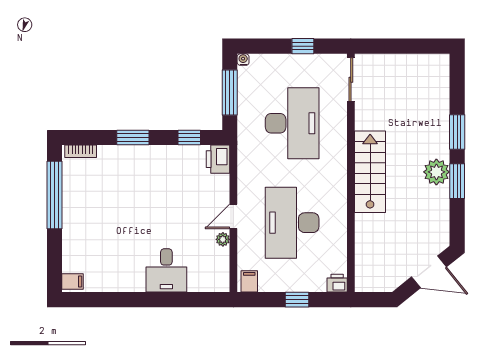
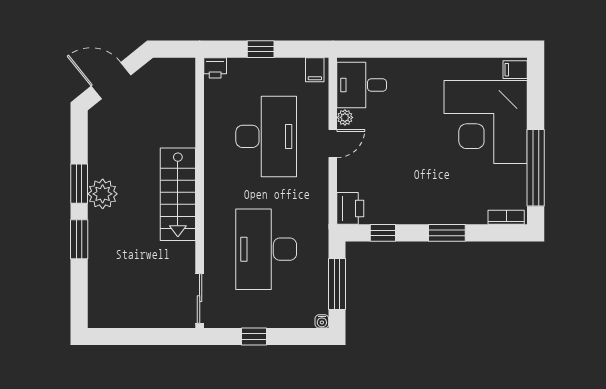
corner desk: (99, 235) -> (486, 122), added
desk: (166, 270) -> (362, 85), moved, turned -90

